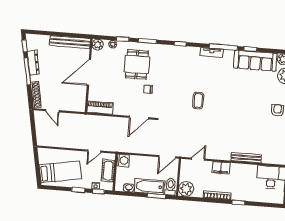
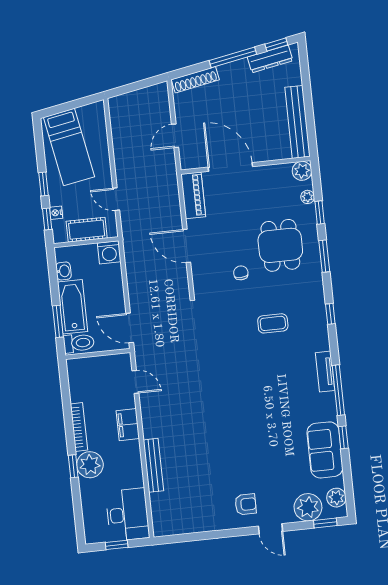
sofa: (255, 61) -> (325, 450), width x0.73
dresser: (33, 63) -> (270, 59), moved
dining table: (137, 64) -> (280, 245), turned 90
door: (89, 72) -> (230, 167), moved
coffee table: (198, 101) -> (273, 323), moved
door: (52, 111) -> (175, 136), moved
door: (139, 118) -> (187, 246), moved
plant: (186, 189) -> (90, 465), moved

